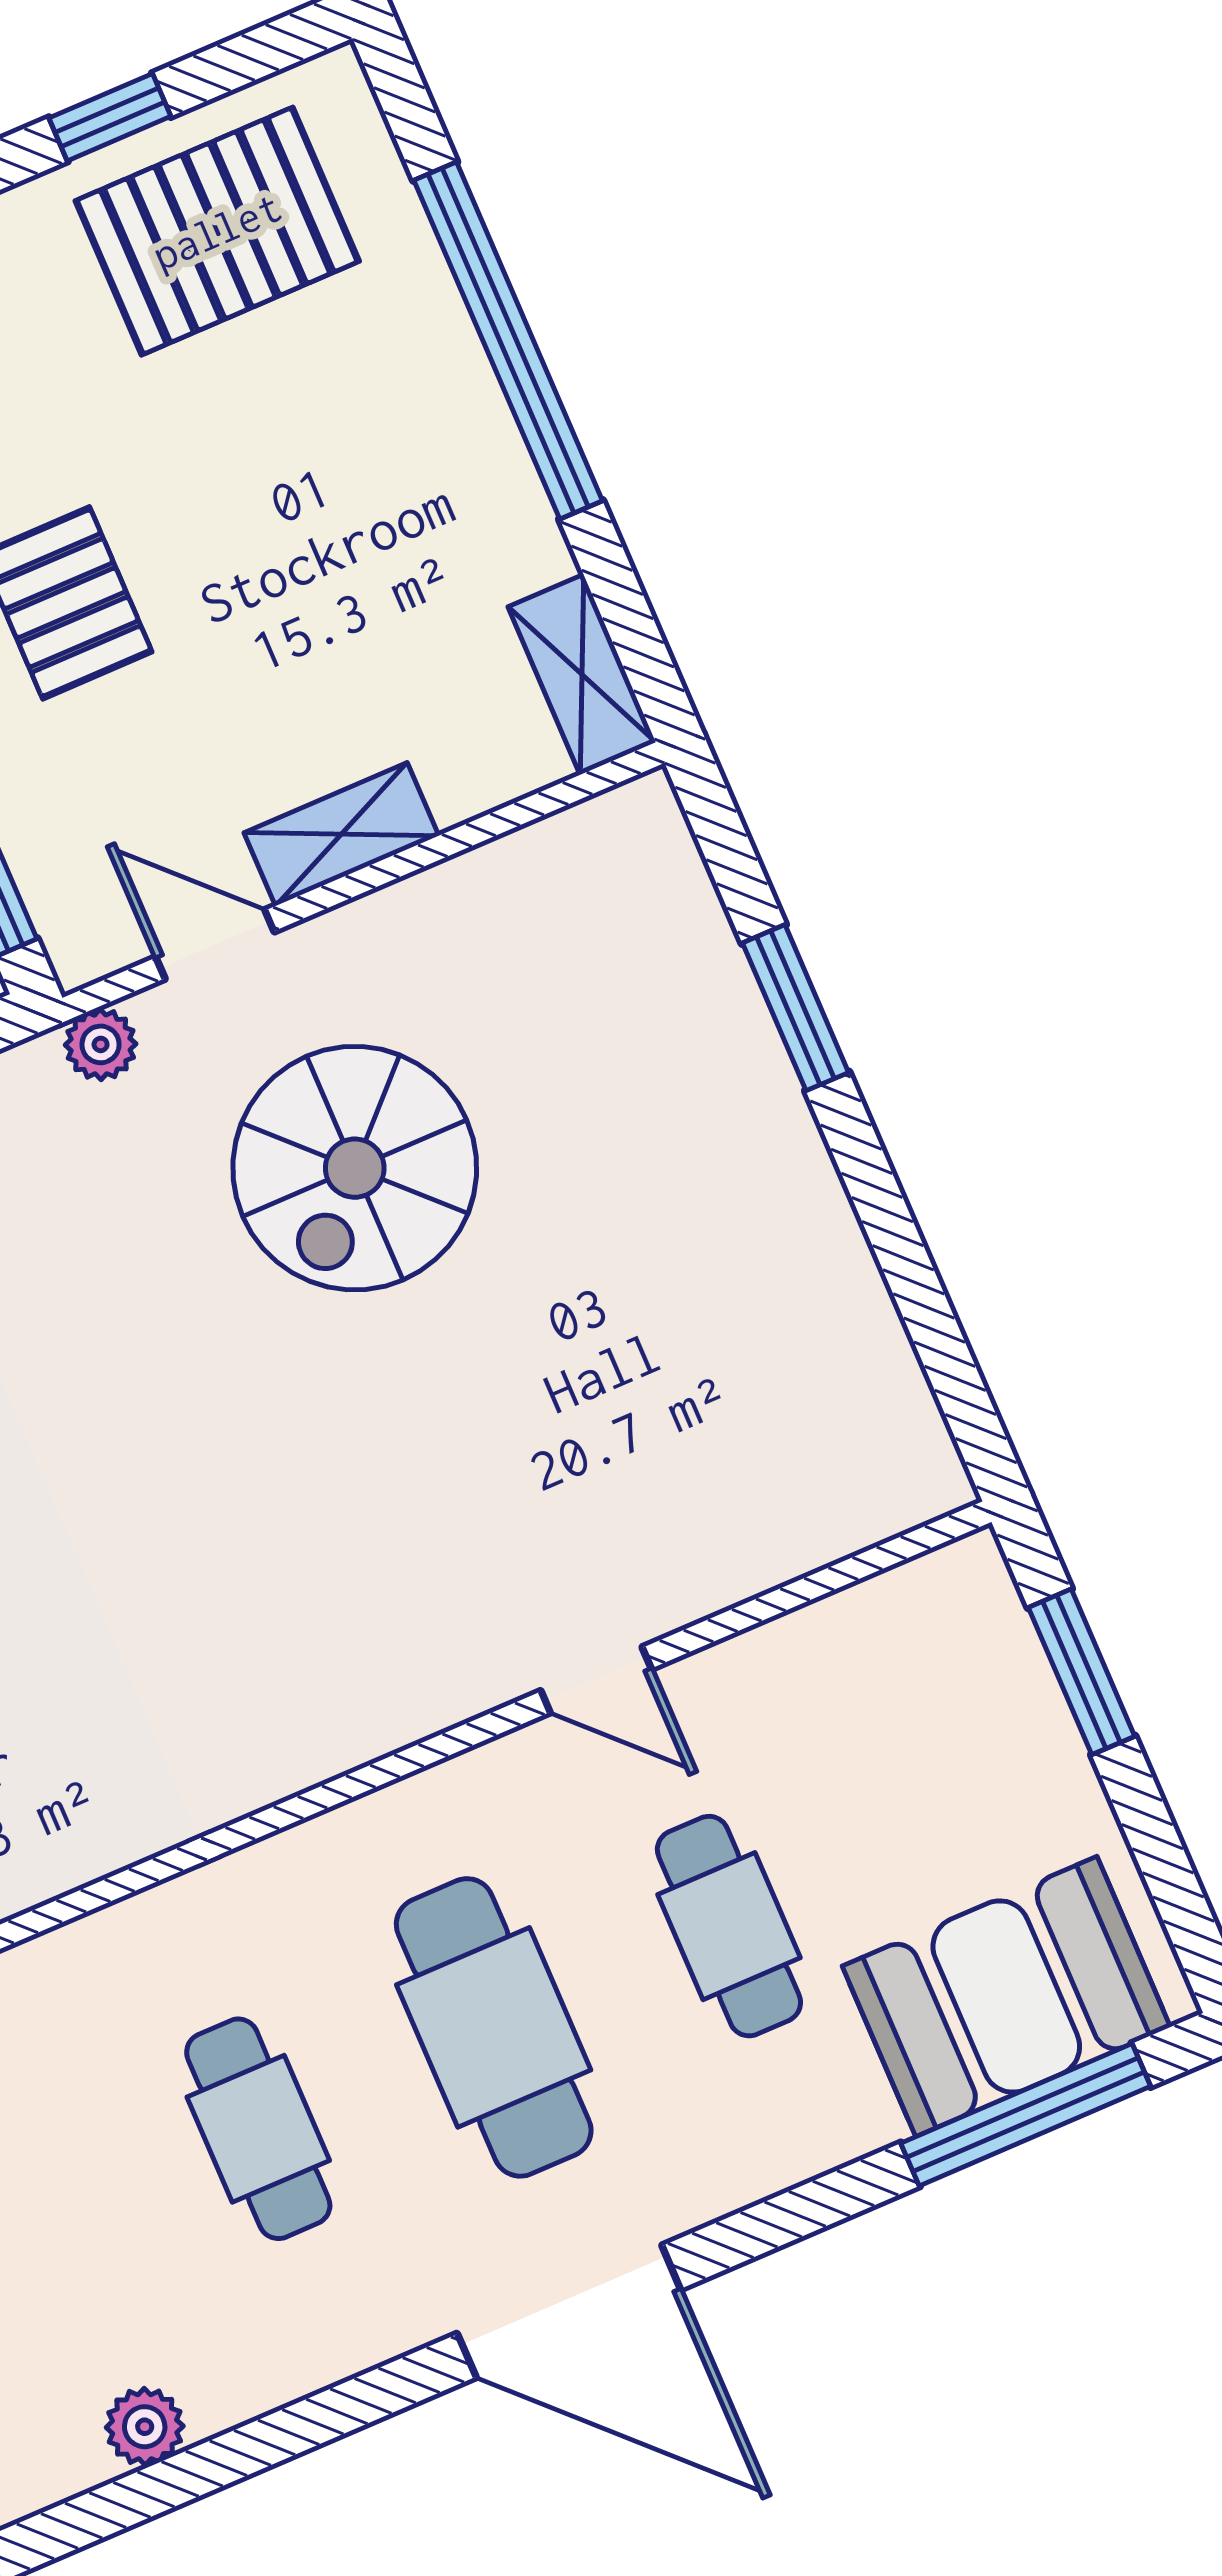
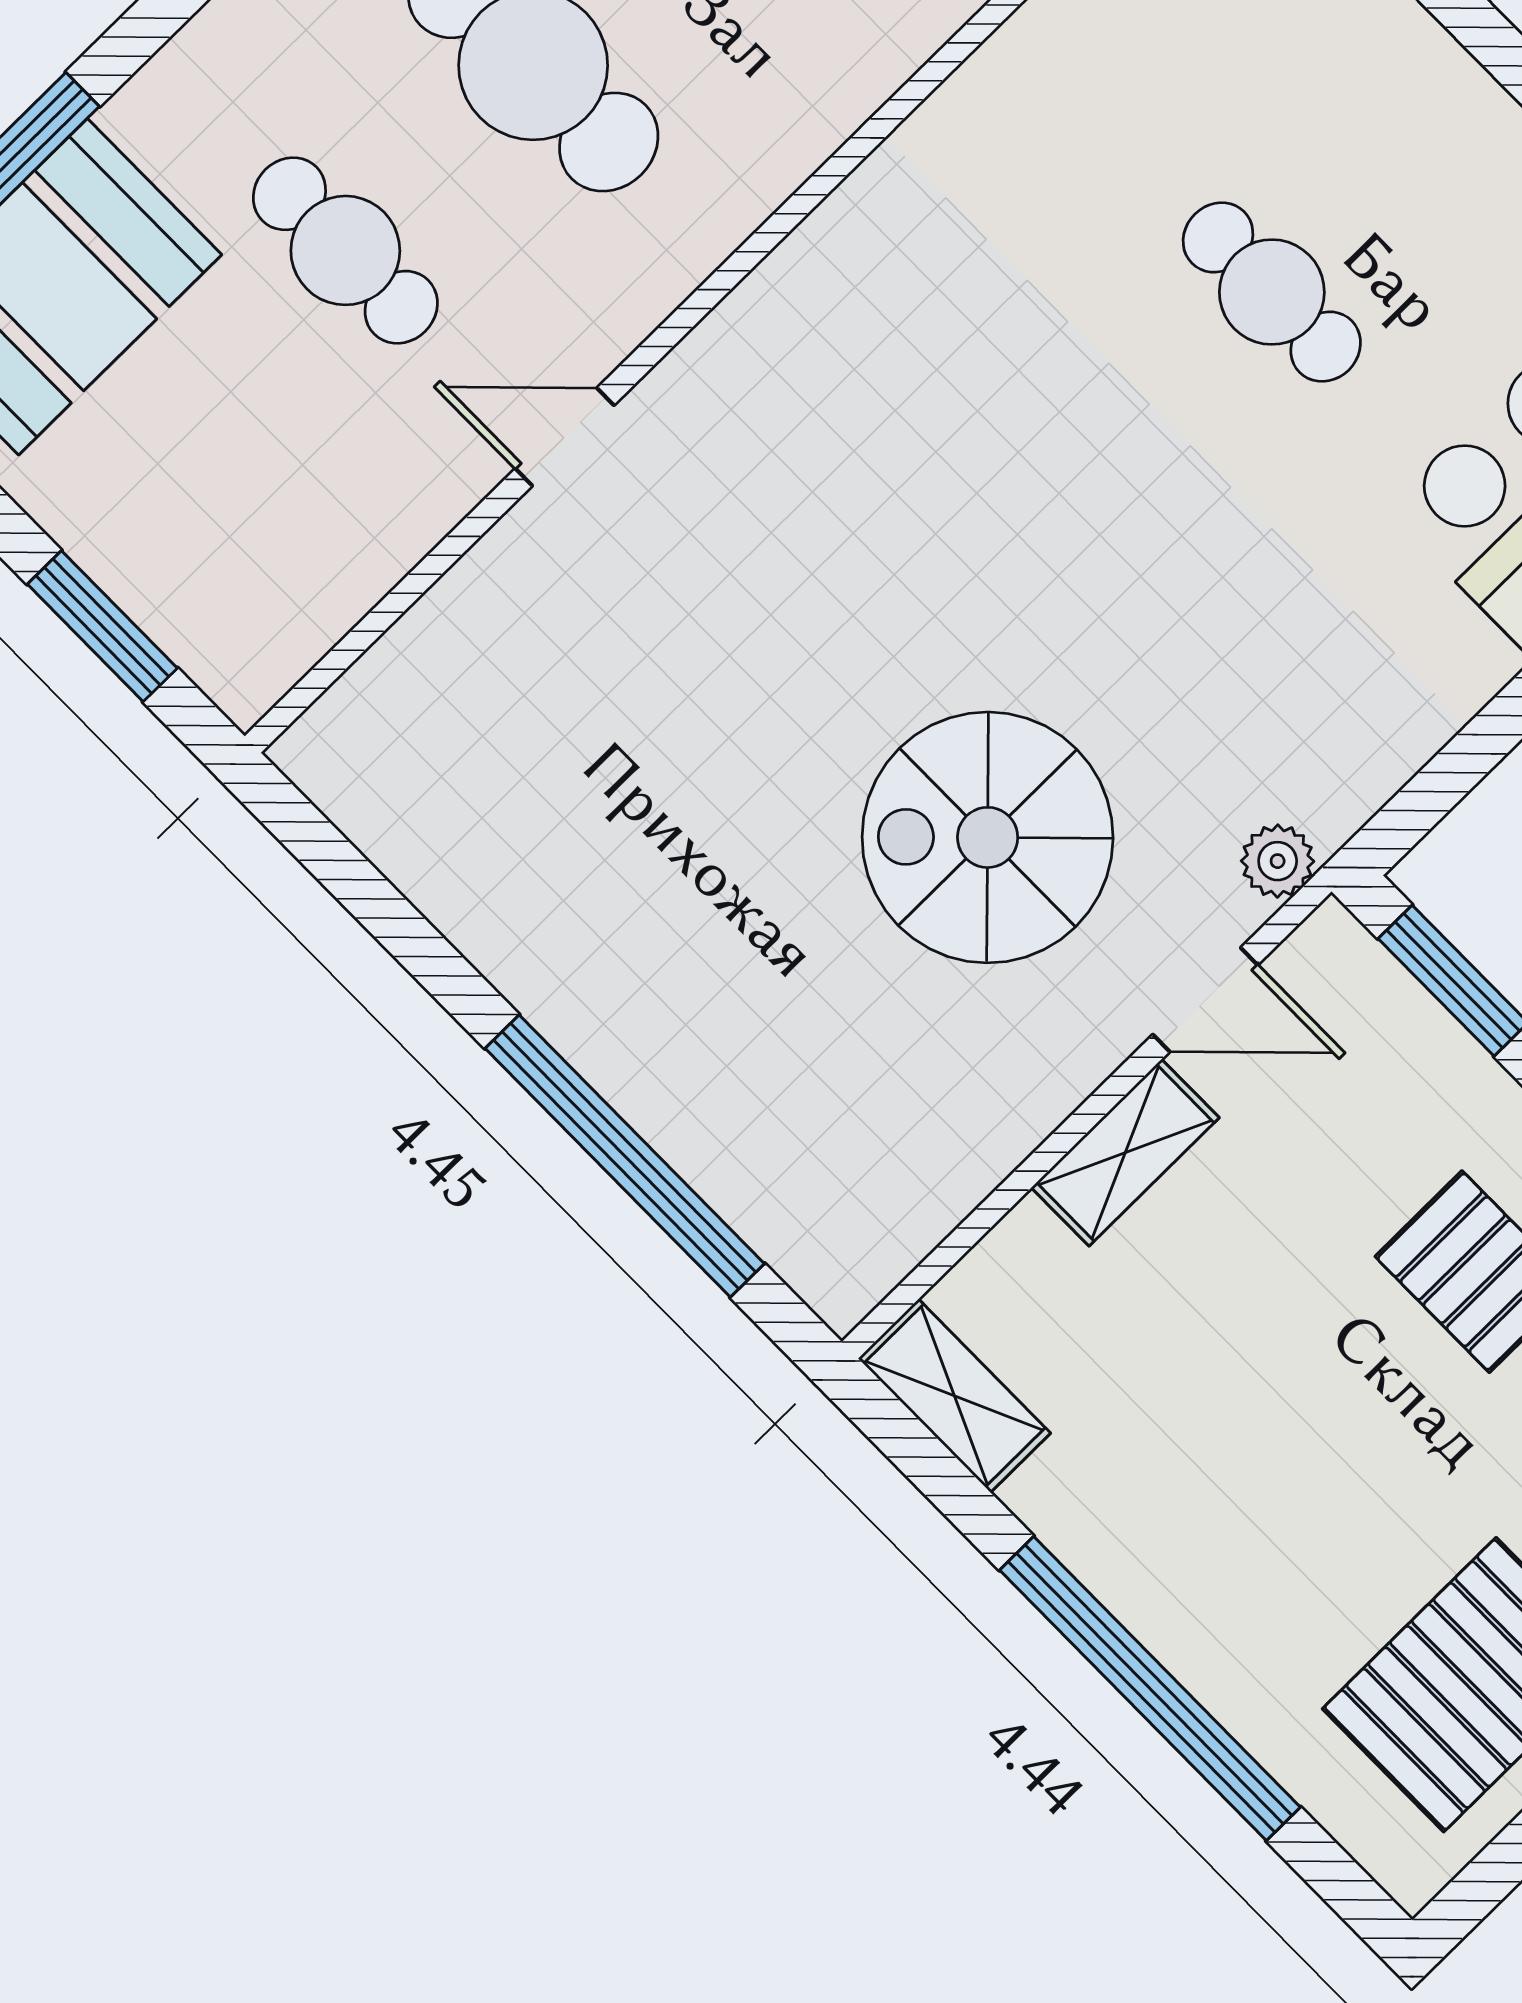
window: (796, 1008) -> (625, 1156), width x2.11
spiral stairs: (355, 1168) -> (988, 837), turned -90

